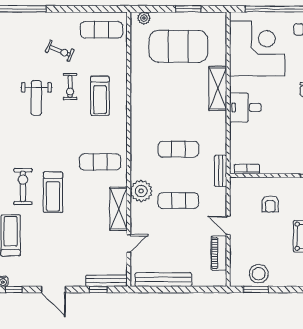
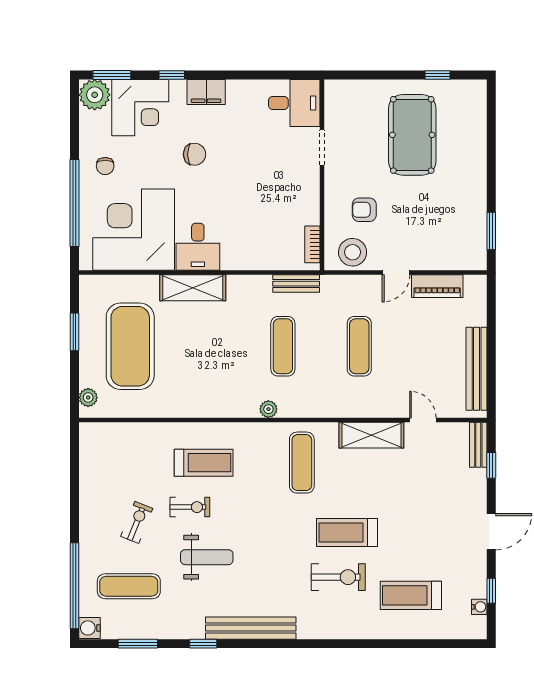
exercise mat: (102, 30) -> (129, 586), moved, turned 90
desk: (245, 107) -> (198, 247), moved
bench: (221, 171) -> (296, 284), moved
exercise bike: (23, 186) -> (338, 577), turned 180
plant: (141, 191) -> (268, 409), moved, width x0.53, depth x0.53
treadmill: (53, 192) -> (347, 532), turned 180
armchair: (270, 204) -> (364, 210), turned 180
stool: (259, 274) -> (353, 252), moved
bench: (107, 281) -> (478, 445), width x0.73

